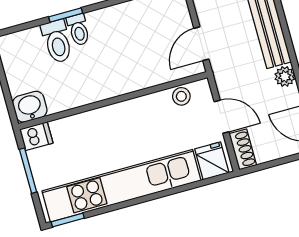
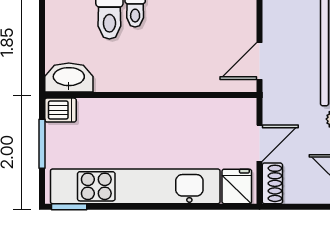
stool: (181, 96) -> (223, 110), removed
washbasin: (30, 107) -> (69, 77), width x1.38
door: (221, 117) -> (260, 143), hinge flipped

